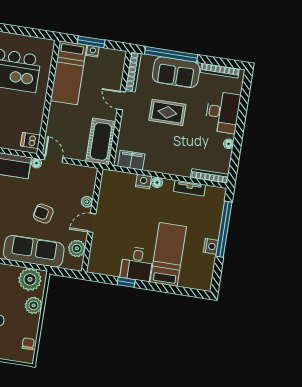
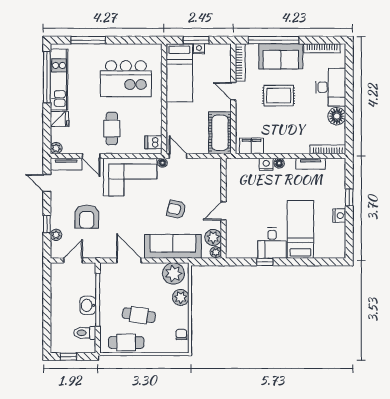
floor lamp: (229, 144) -> (337, 116), width x1.89, depth x1.89
plant: (87, 202) -> (216, 252), moved
window: (224, 229) -> (349, 197), width x0.32

